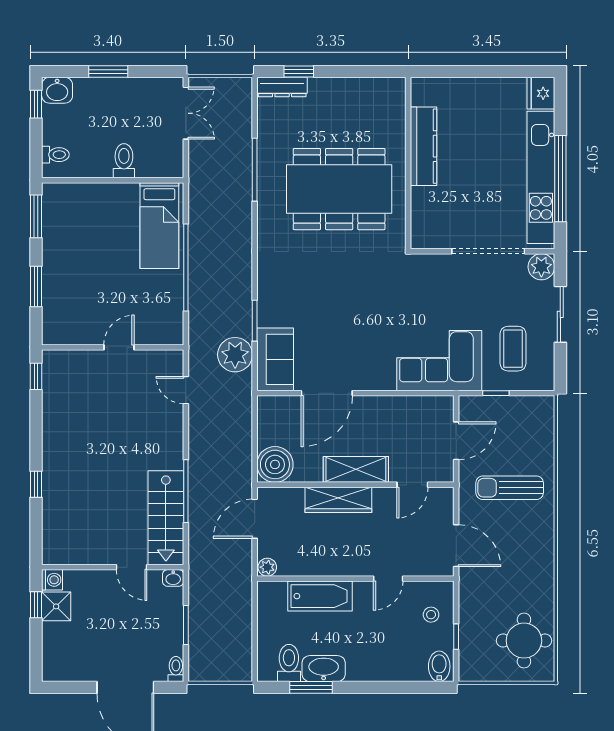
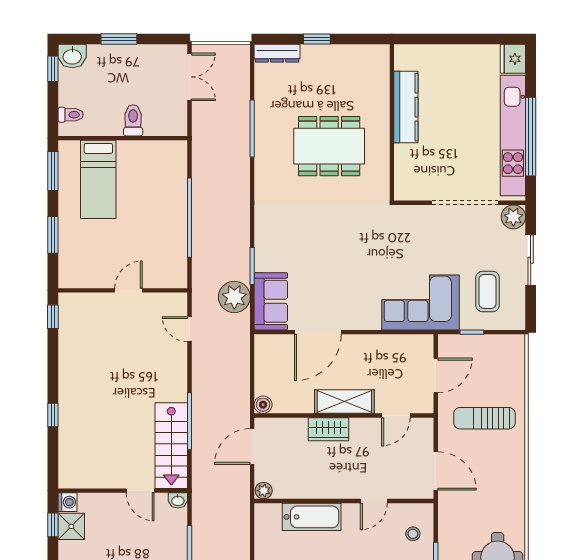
window: (299, 72) -> (317, 39), moved
dining table: (339, 189) -> (329, 146), width x0.73, depth x0.80
bed: (159, 226) -> (98, 179), moved
boiler: (275, 464) -> (263, 405), width x0.54, depth x0.54
wardrobe: (338, 500) -> (328, 429), width x0.67

